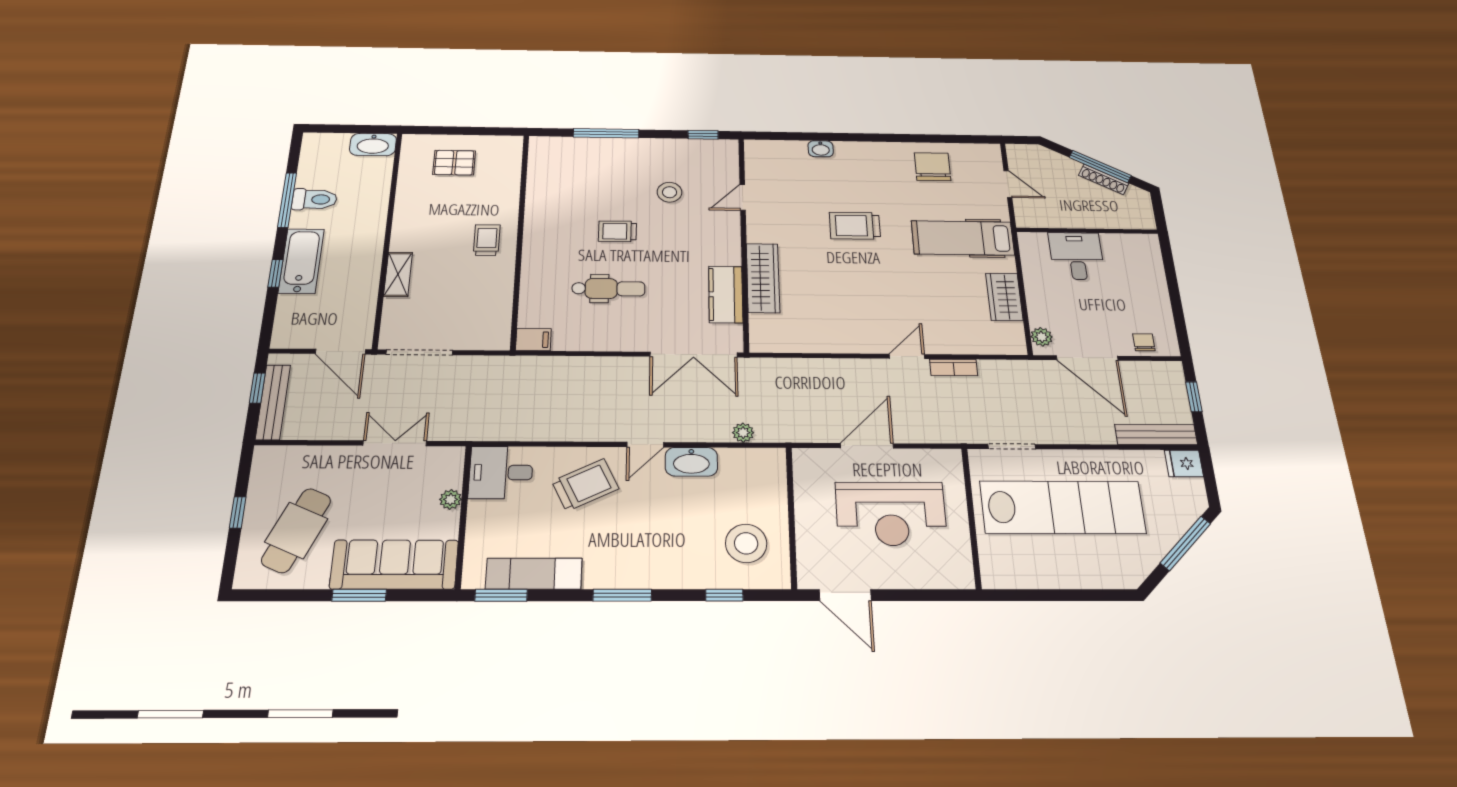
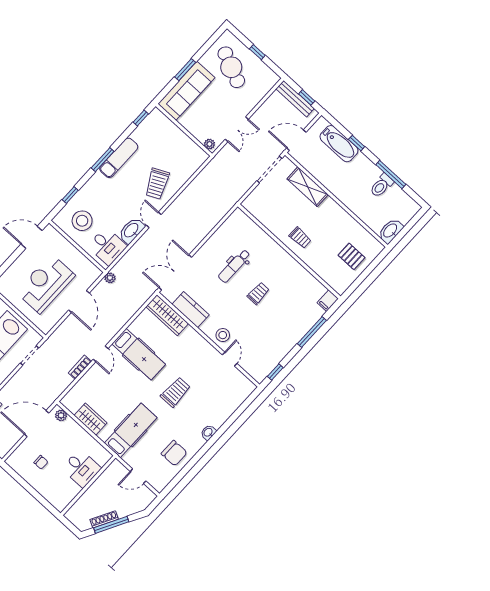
washbasin: (821, 149) -> (208, 432), moved
pallet: (454, 163) -> (351, 256), turned 90
stool: (670, 192) -> (223, 335), moved
bathtub: (301, 261) -> (339, 144), moved
shelving: (398, 274) -> (308, 187), width x1.50, depth x1.33
wardrobe: (763, 278) -> (167, 315), moved
hospital bed: (855, 309) -> (139, 354), added
filing cabinet: (533, 340) -> (328, 301), moved
chair: (1144, 342) -> (41, 462), moved
plant: (743, 433) -> (110, 278), moved
desk: (501, 472) -> (107, 246), moved, turned 90
plant: (450, 499) -> (209, 144), moved
exam couch: (534, 574) -> (119, 158), moved
window: (501, 595) -> (141, 118), width x0.67

